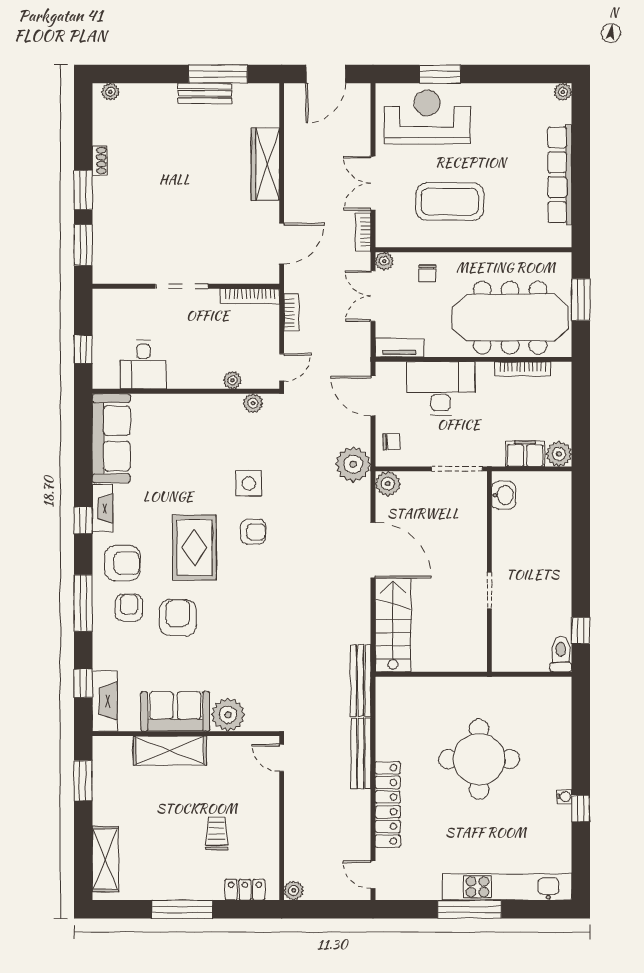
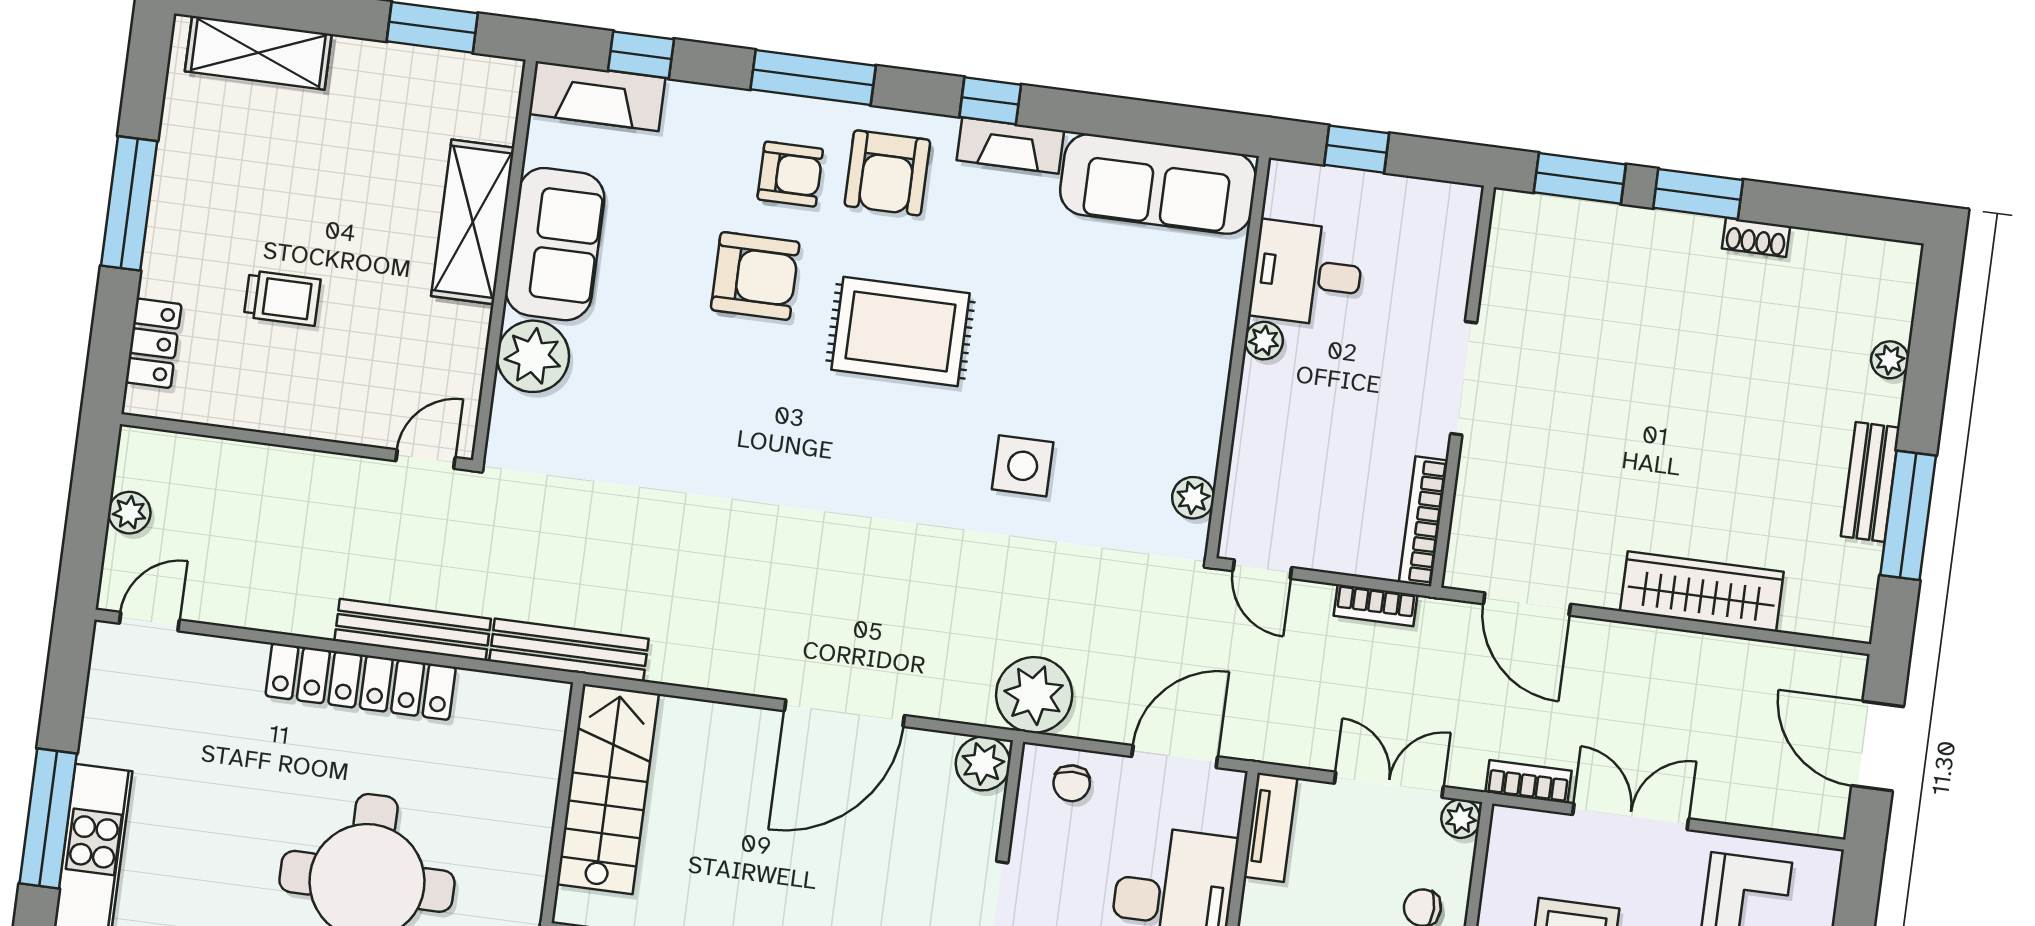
plant: (110, 92) -> (1890, 360), moved
plant: (232, 380) -> (1264, 341), moved
armchair: (253, 532) -> (918, 461), removed
stairs: (393, 625) -> (608, 789), moved, turned -90
locker: (388, 804) -> (361, 682), moved
plant: (294, 891) -> (129, 513), moved

